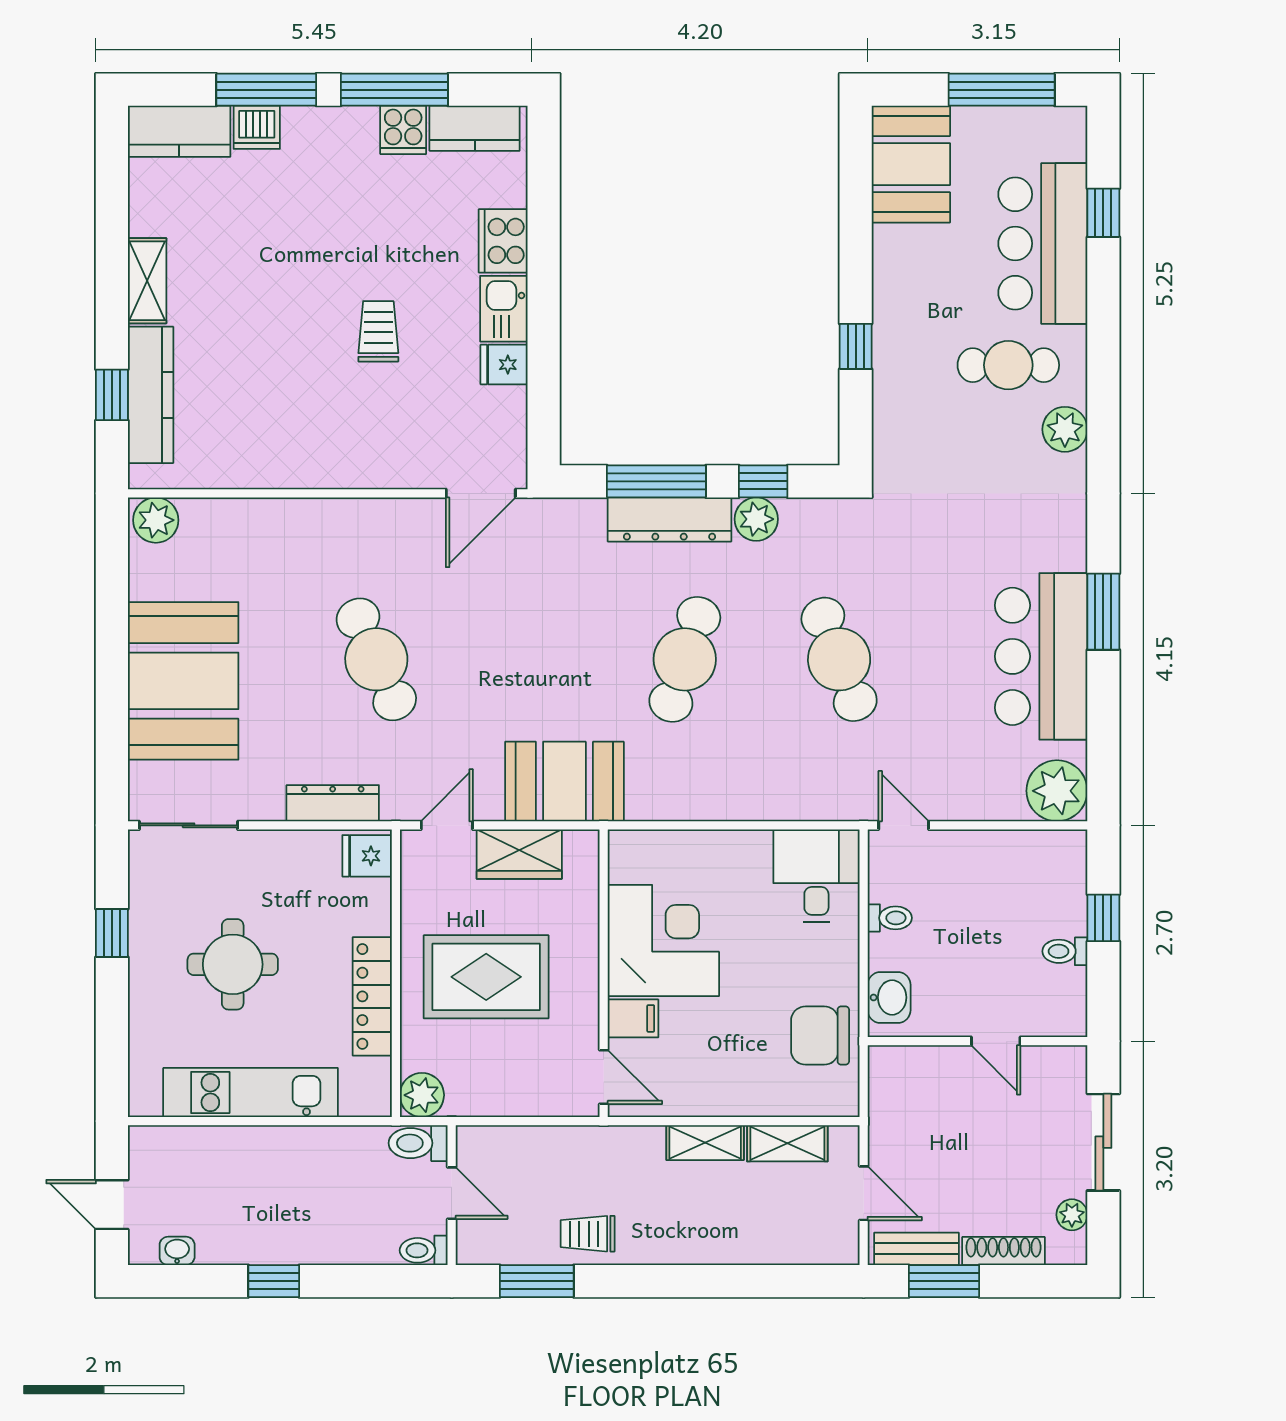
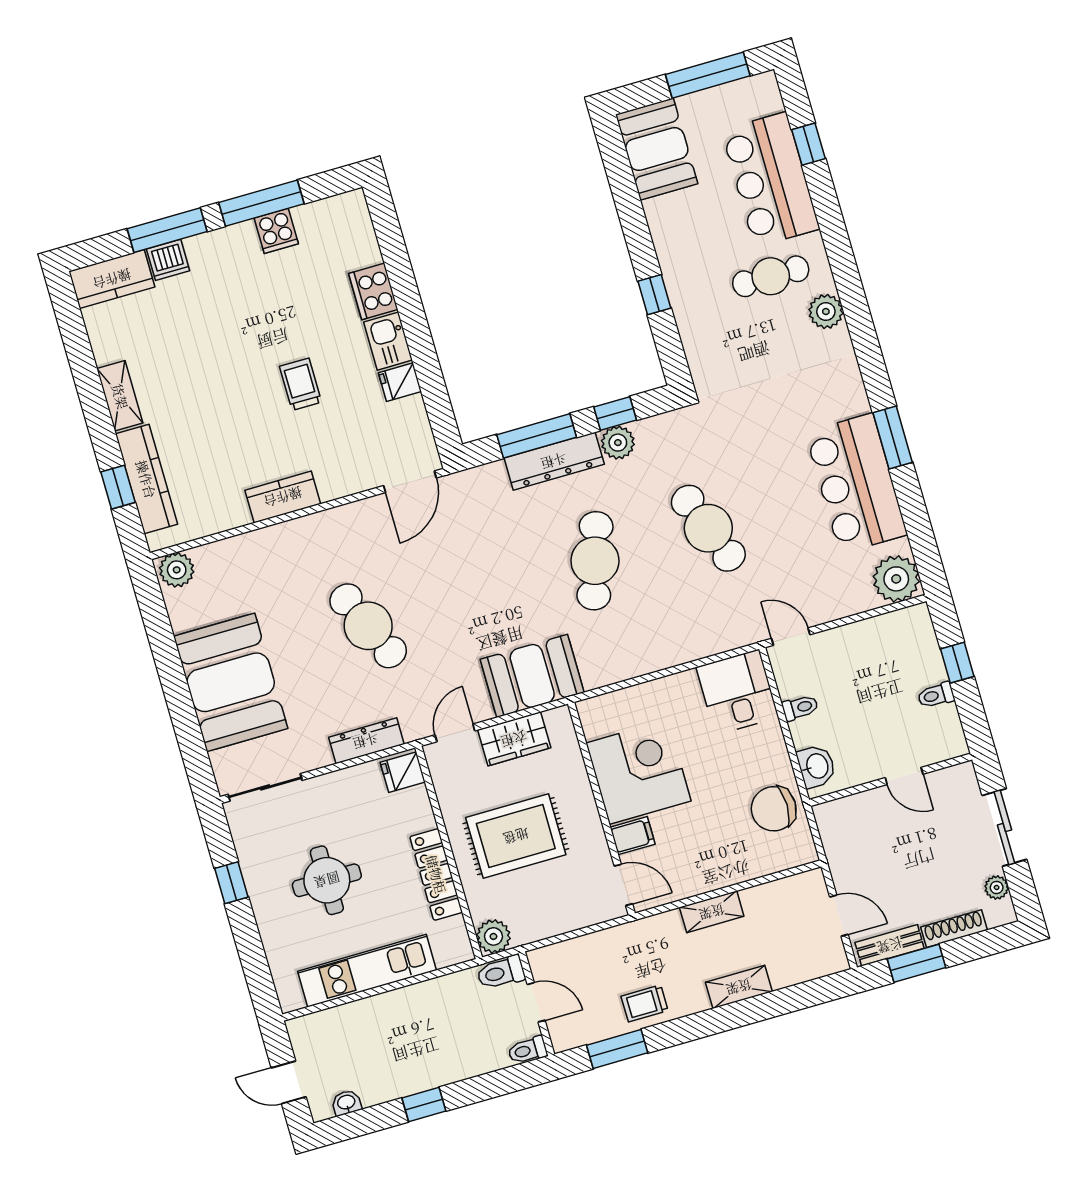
kitchen counter: (475, 128) -> (283, 497), moved, turned 180
shelving: (787, 1143) -> (739, 987), moved

